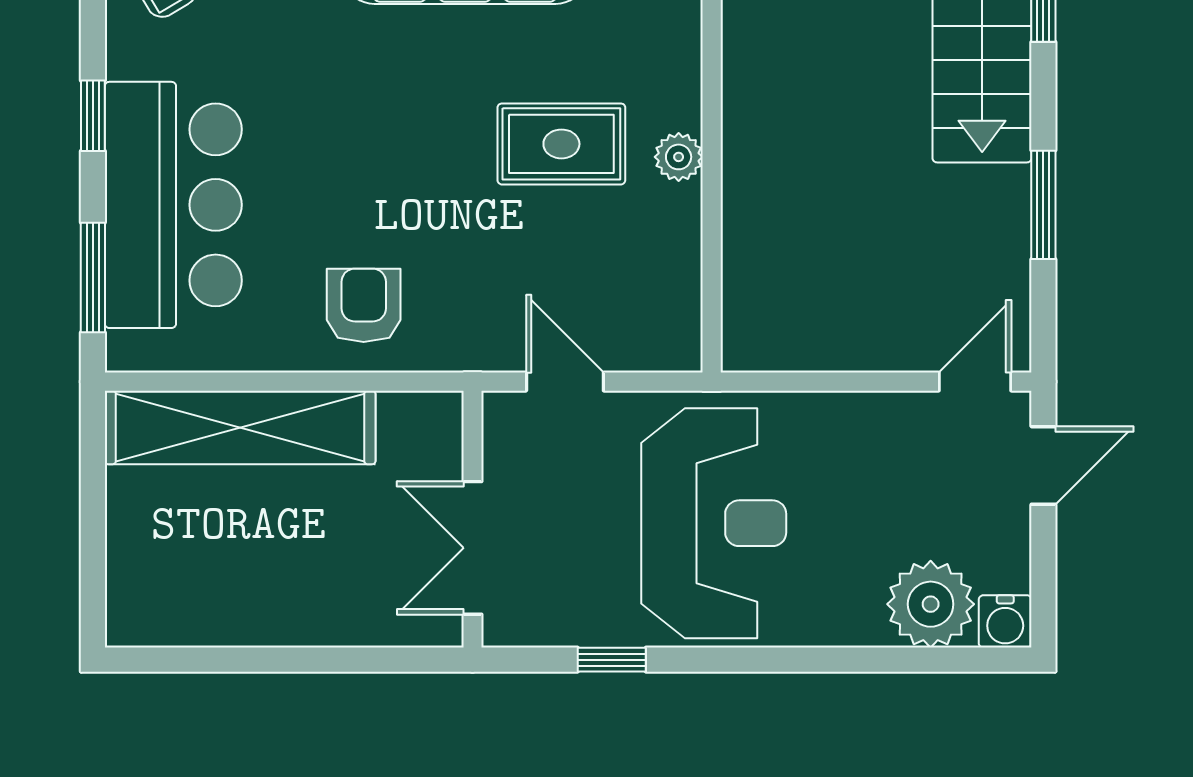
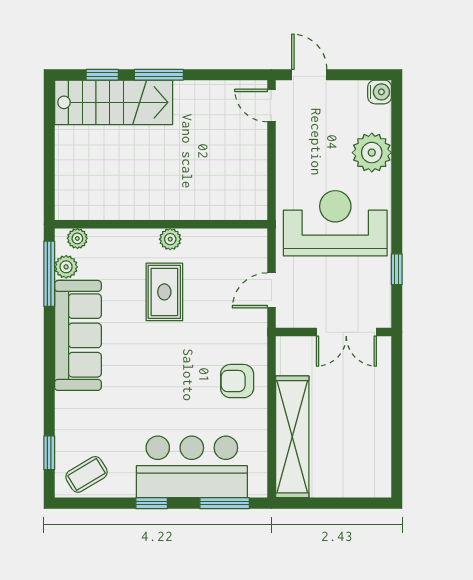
window: (1043, 205) -> (159, 75), moved
plant: (931, 604) -> (372, 153), moved

